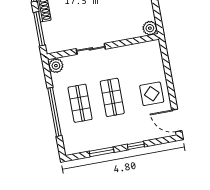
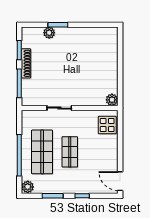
plant: (56, 66) -> (28, 187), moved
display table: (152, 94) -> (107, 125), moved
shop shelf: (80, 103) -> (42, 152), width x1.43, depth x1.36

